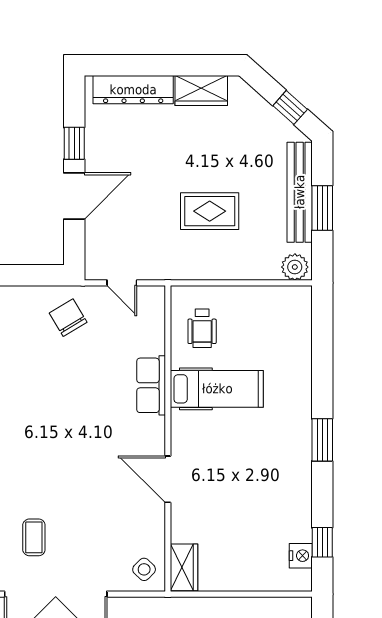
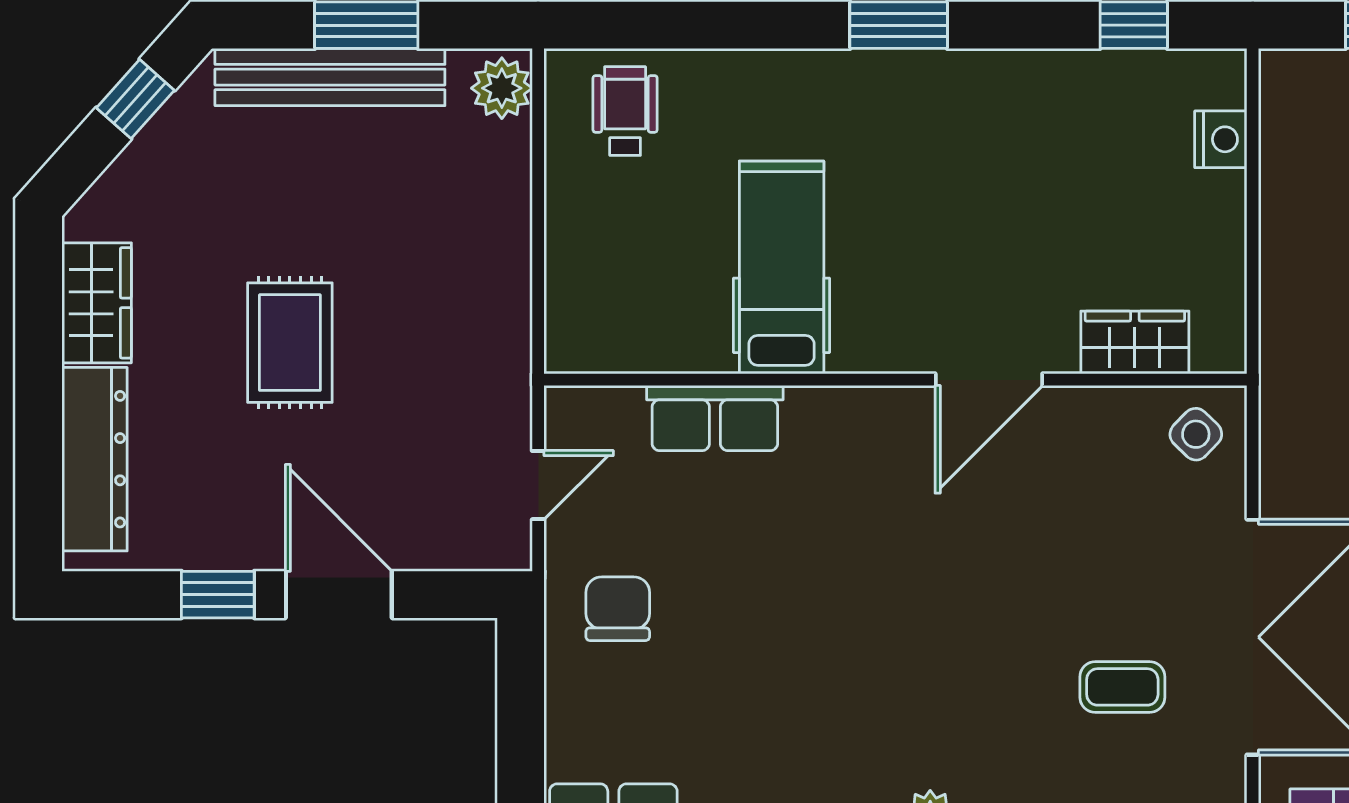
rug: (210, 211) -> (290, 343), moved
chair: (68, 318) -> (618, 609), turned 121
wheelchair: (202, 328) -> (625, 111), moved, turned -90
row of seats: (151, 385) -> (715, 418), moved
nightstand: (301, 556) -> (1221, 139), moved, turned 90
wardrobe: (184, 567) -> (1135, 342), moved

